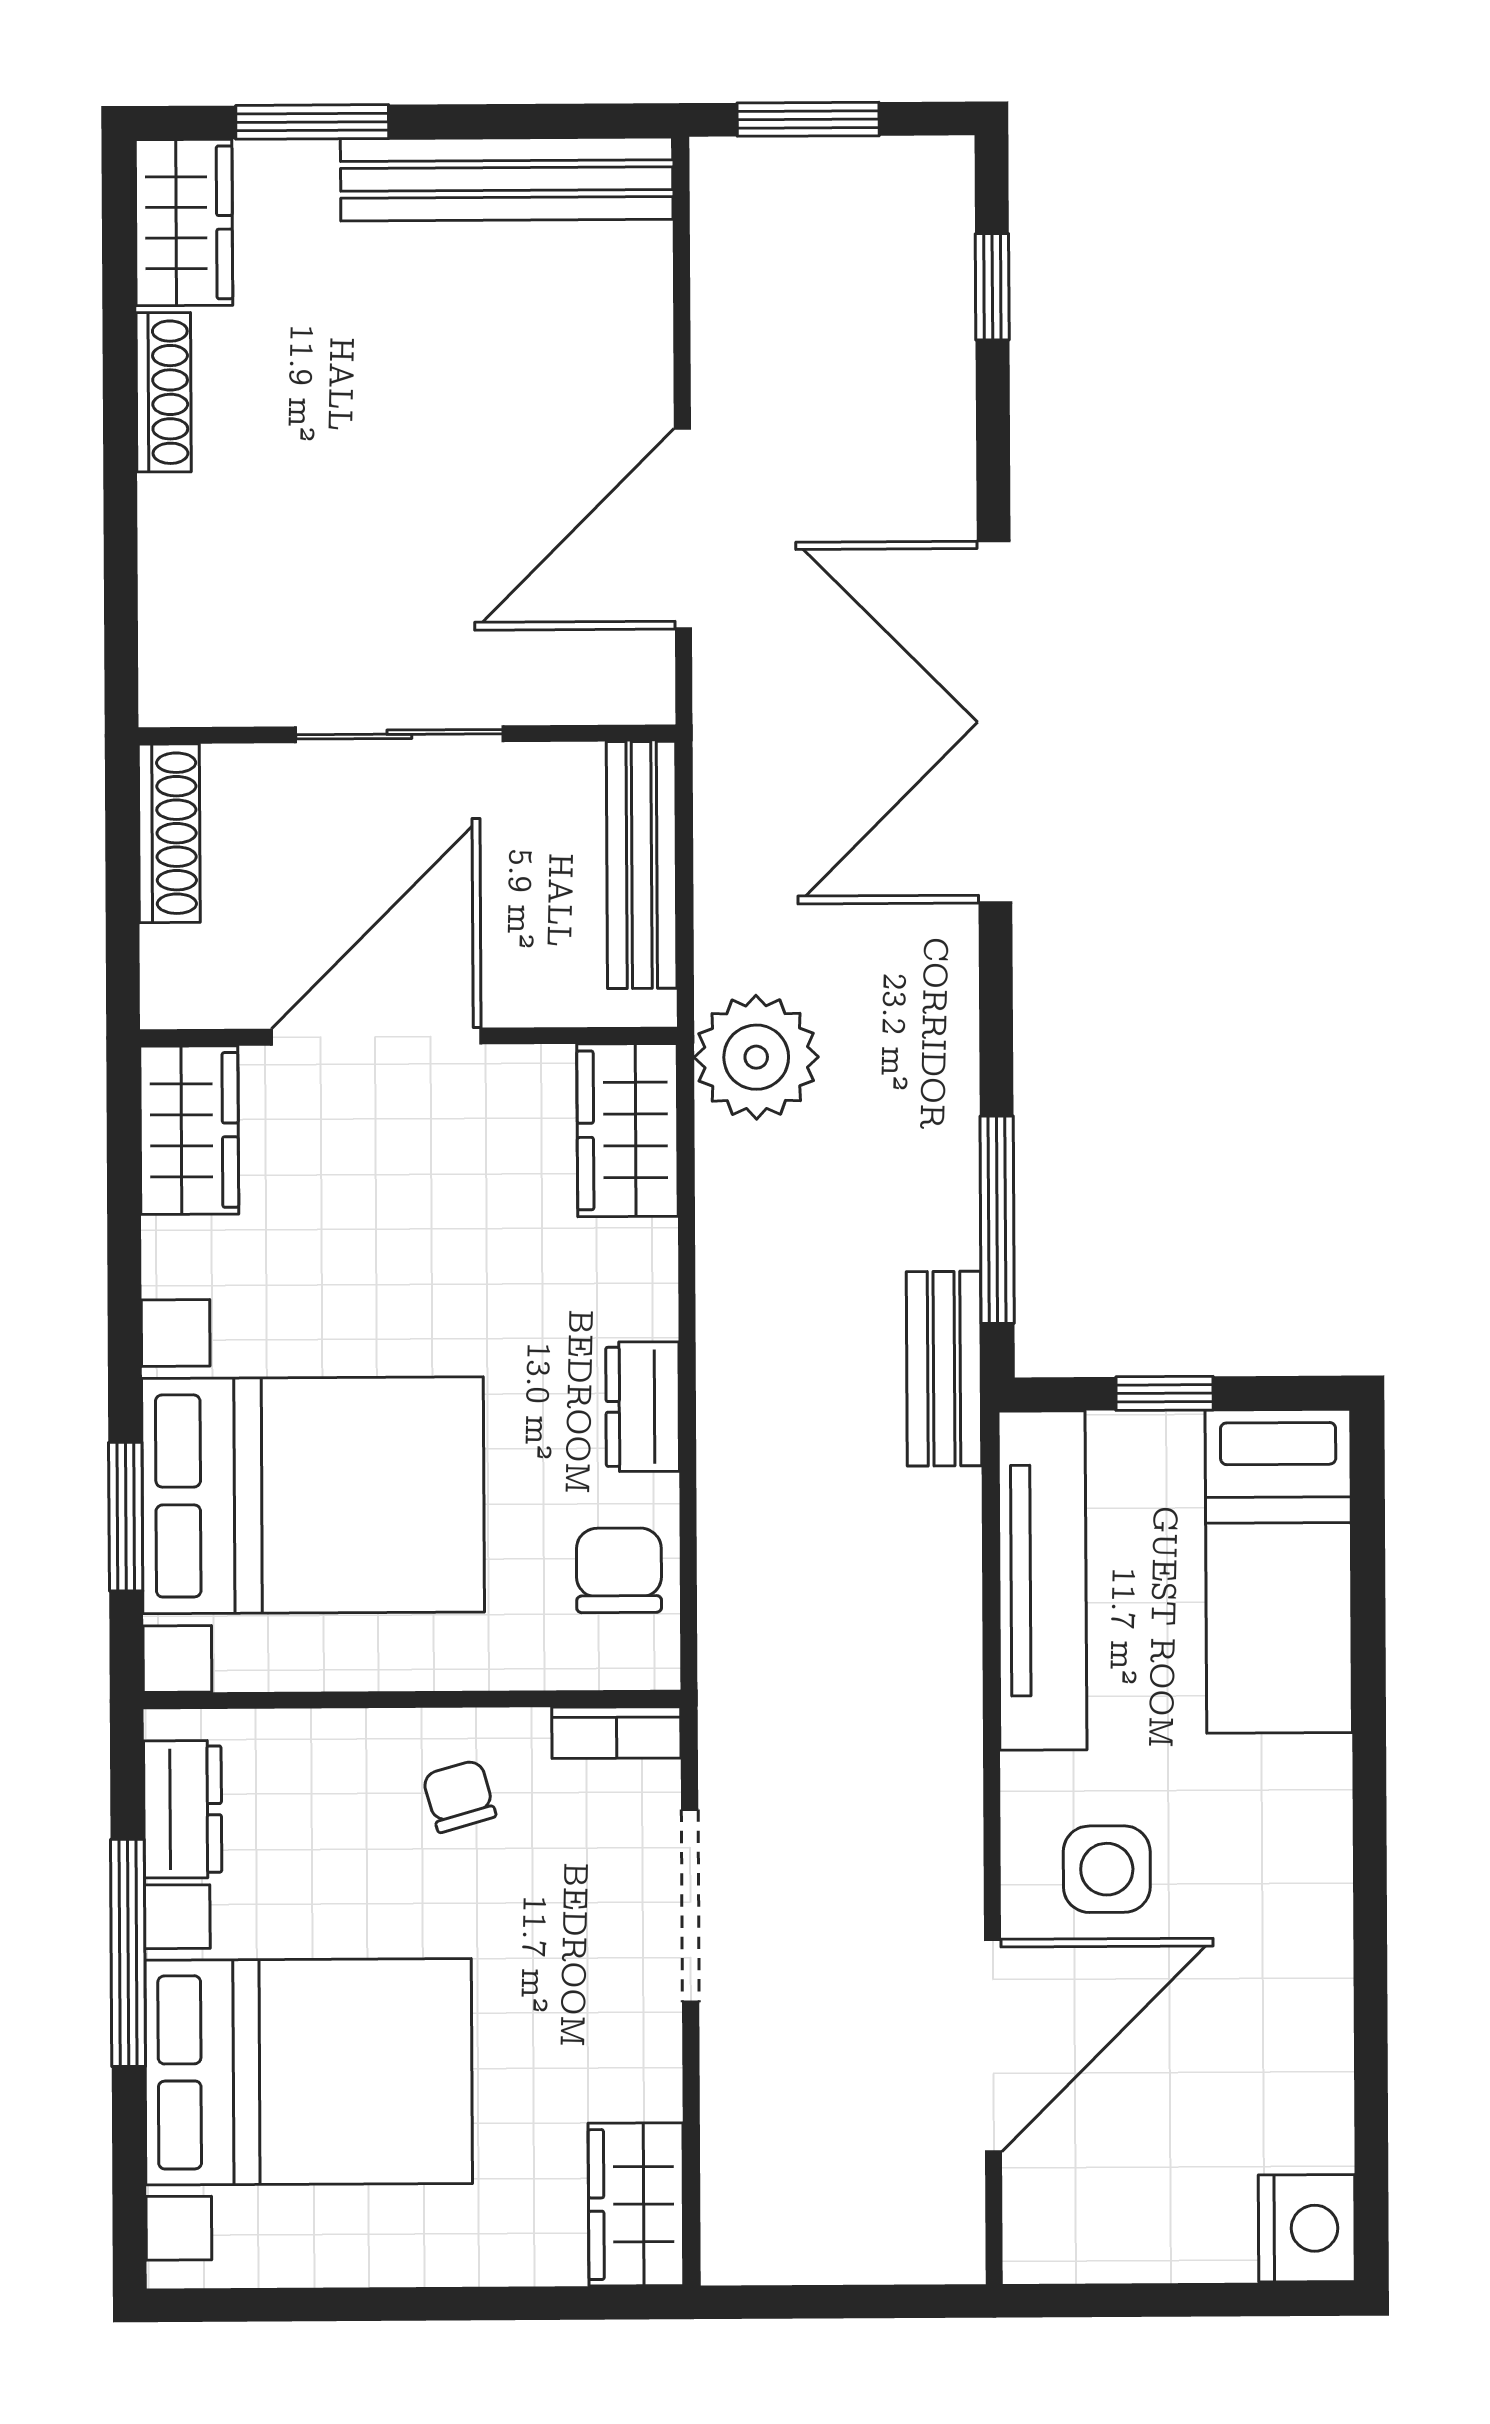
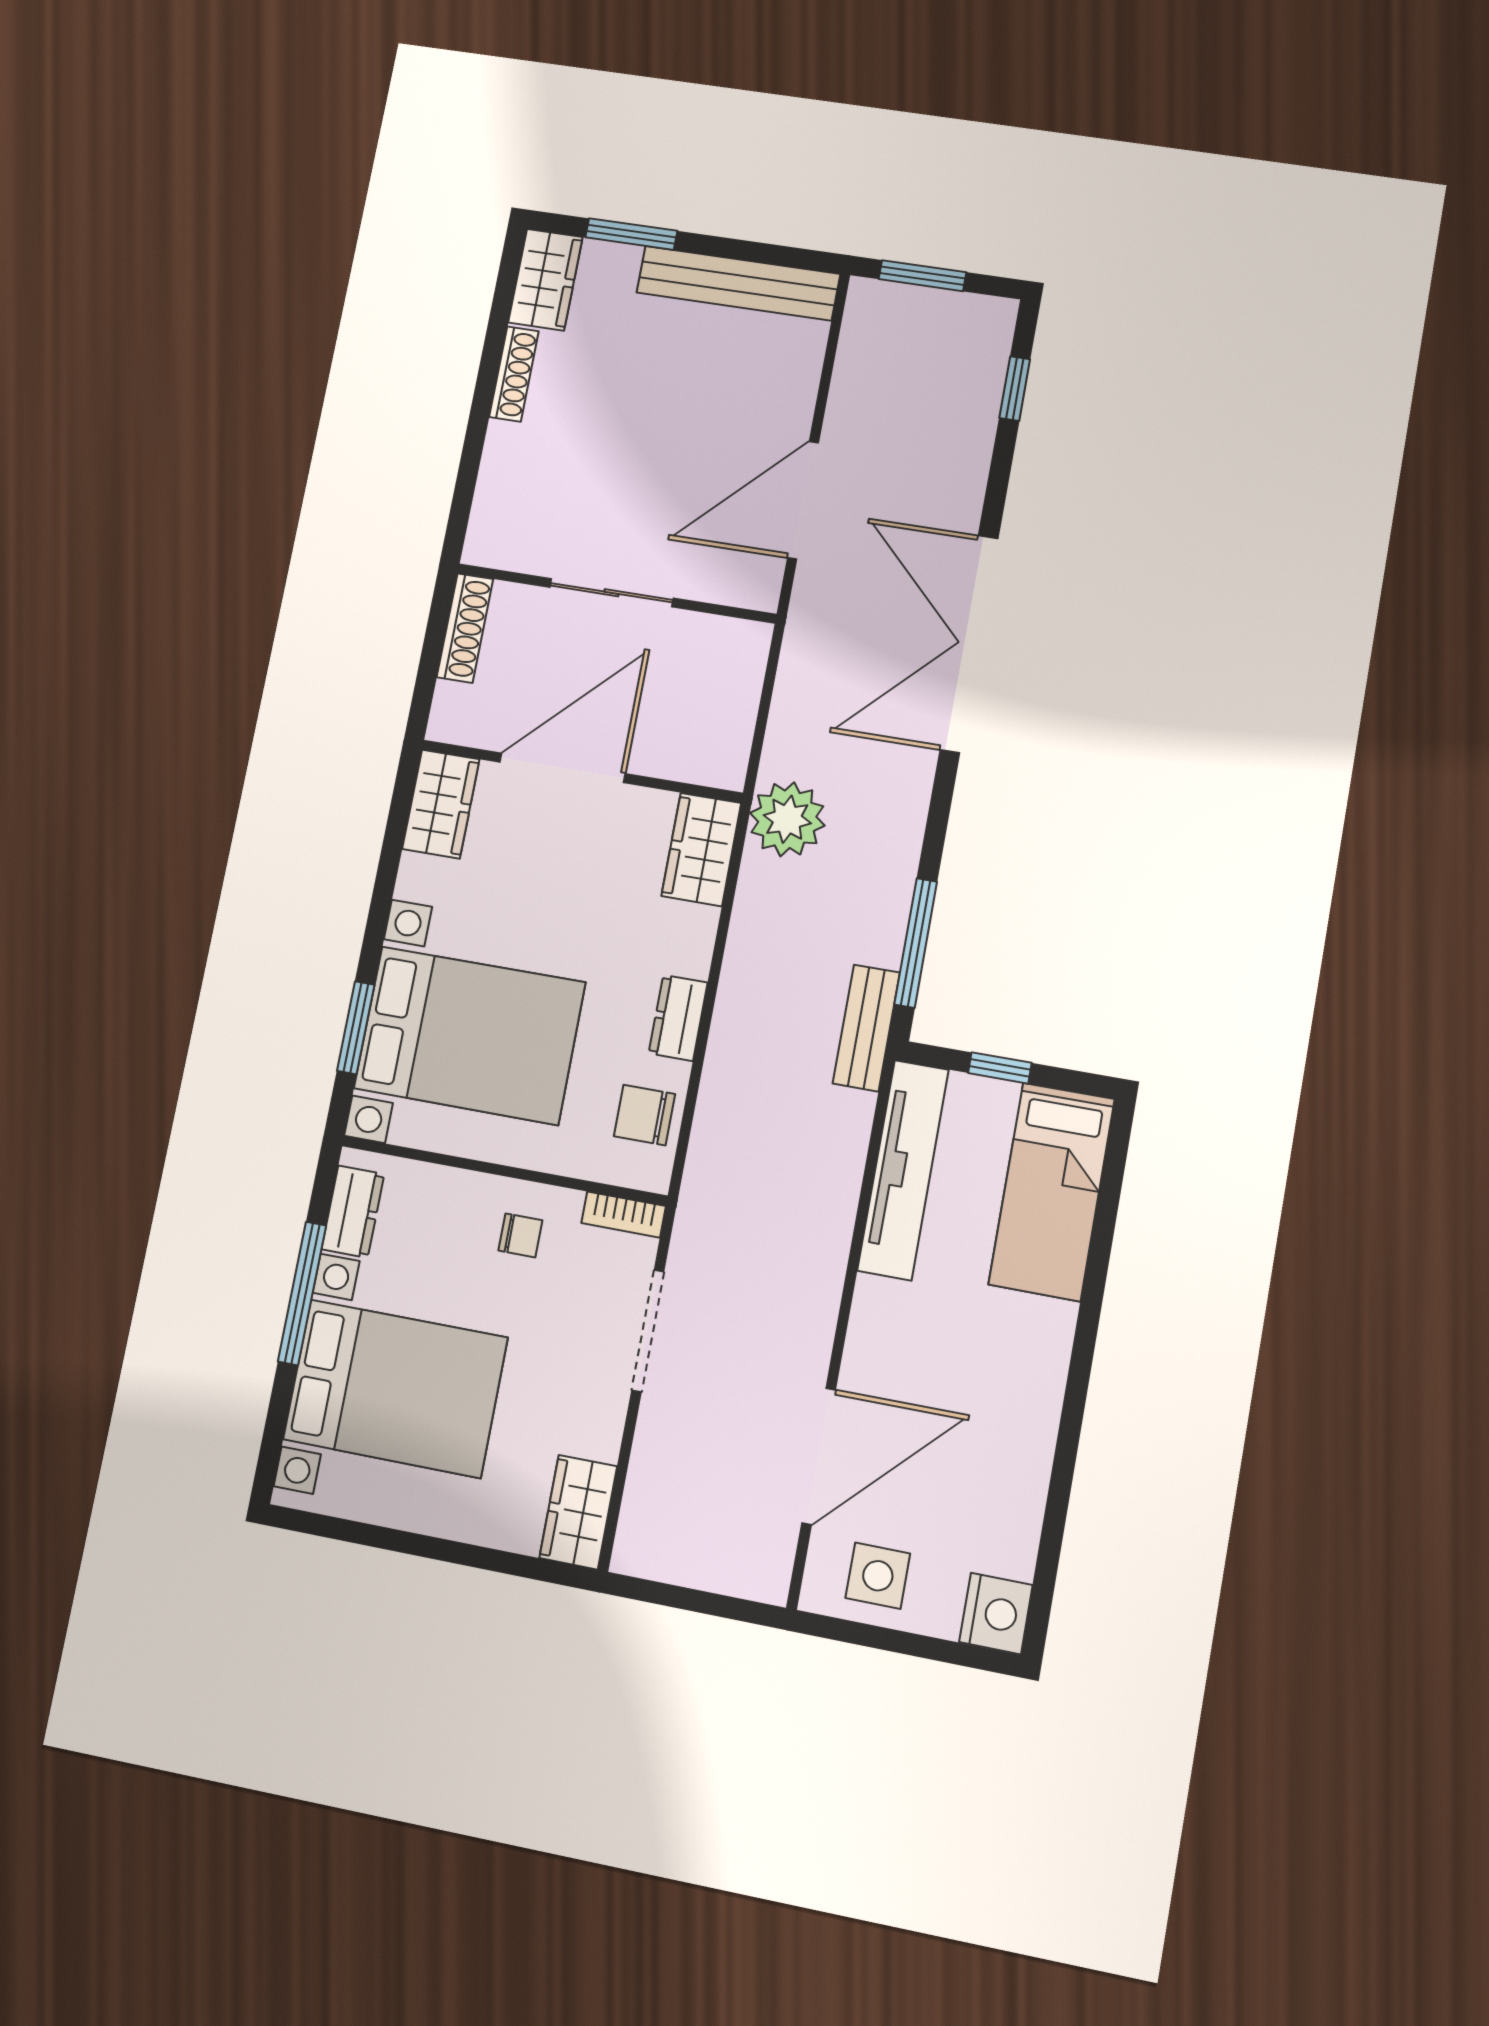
bench: (642, 865) -> (740, 693), removed
chair: (619, 1570) -> (644, 1115), turned -90
chair: (459, 1796) -> (520, 1235), turned 106
side table: (1107, 1869) -> (878, 1576), moved

